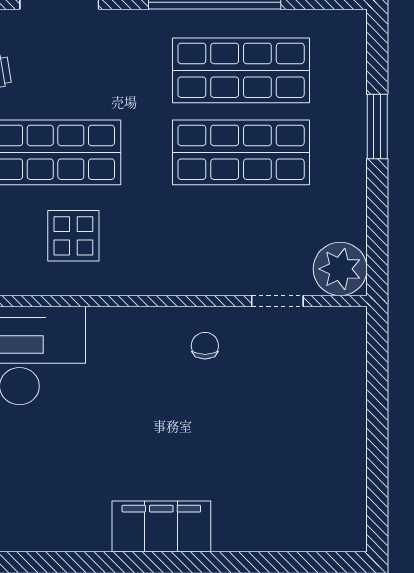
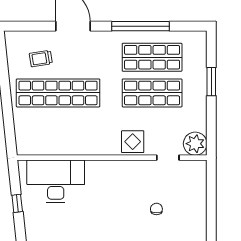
display table: (73, 236) -> (133, 142), moved
chair: (205, 346) -> (156, 209), moved

